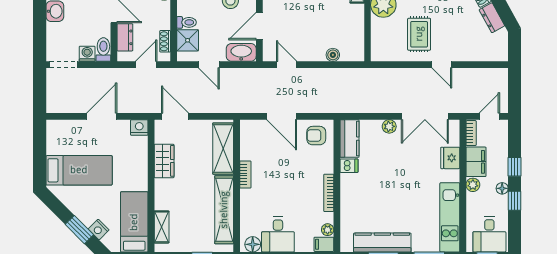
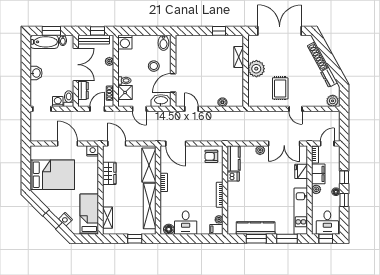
plant: (497, 53) -> (333, 101), added
door: (102, 116) -> (68, 143), hinge flipped
door: (282, 116) -> (176, 143), moved
bed: (79, 170) -> (52, 175), width x1.50

